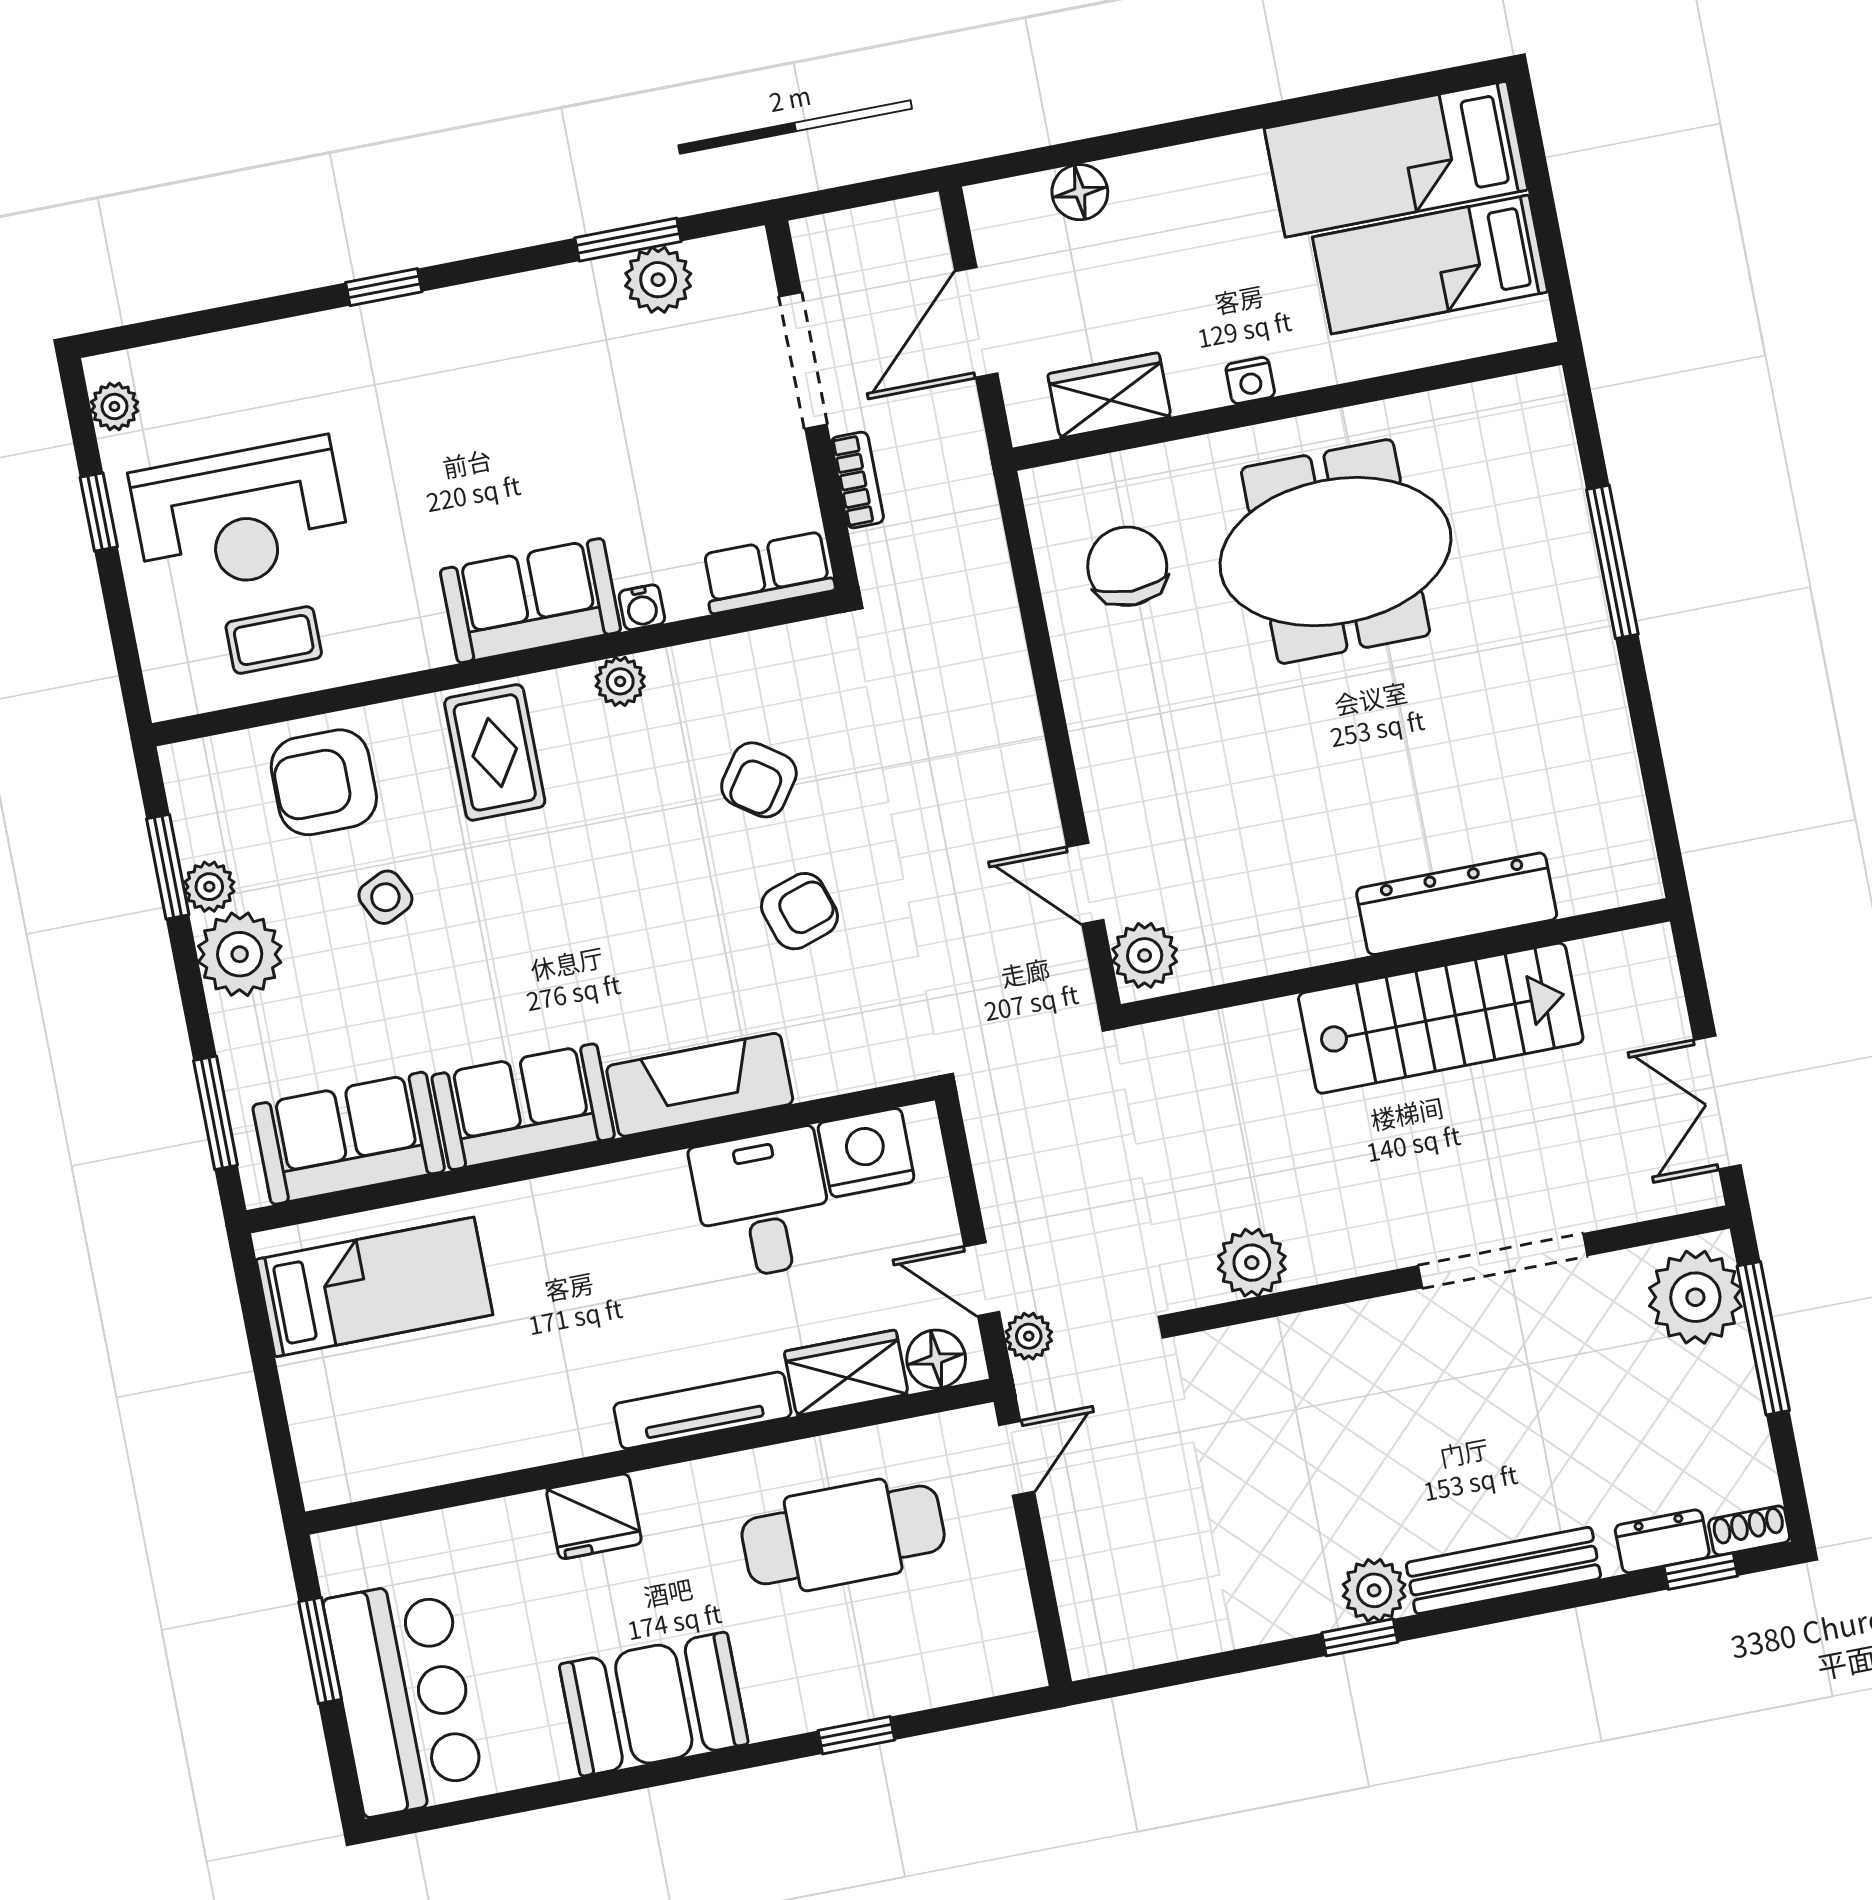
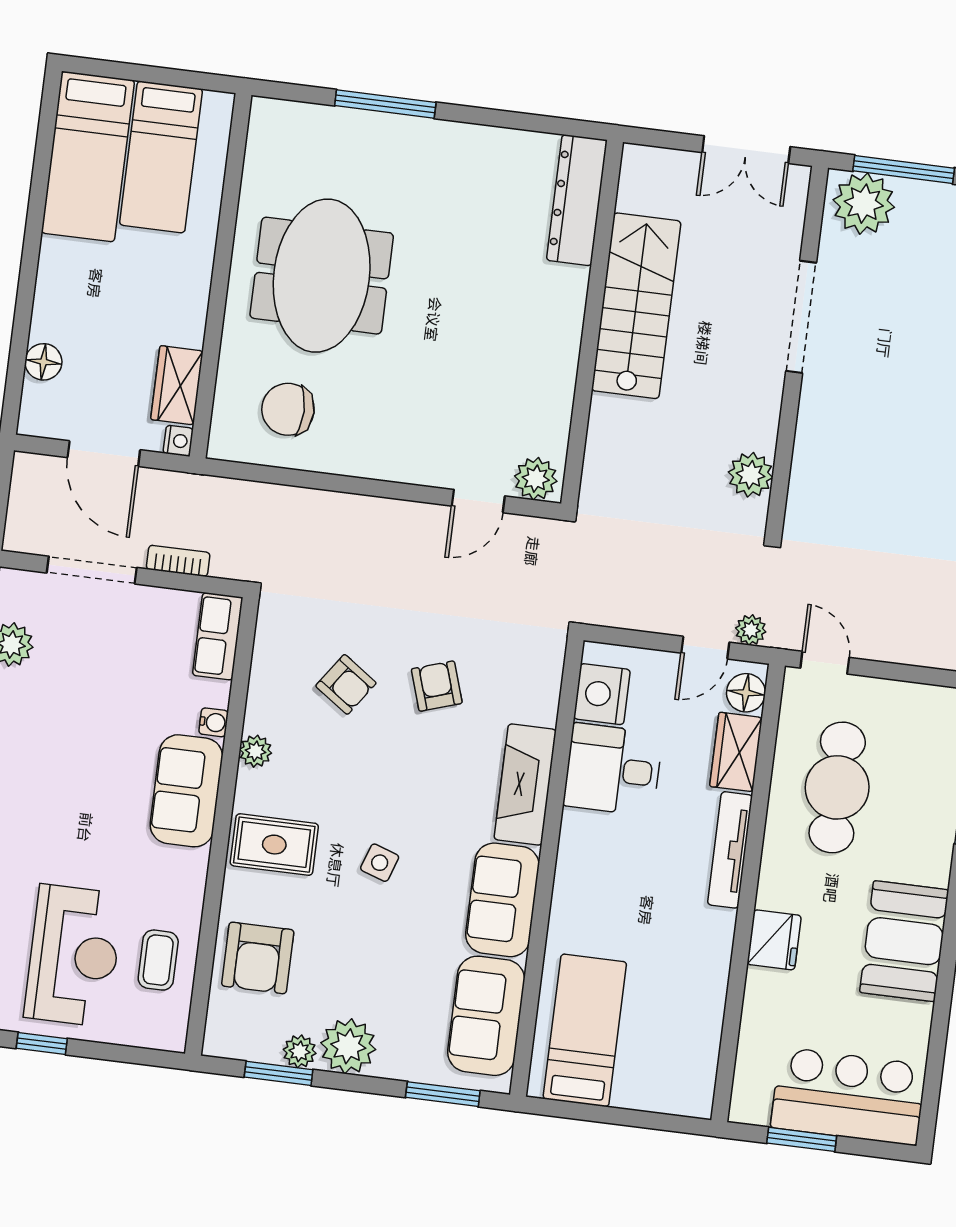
nightstand: (1250, 380) -> (178, 441), moved
side table: (385, 897) -> (380, 863), moved, turned 45
dresser: (1457, 904) -> (577, 200), moved

